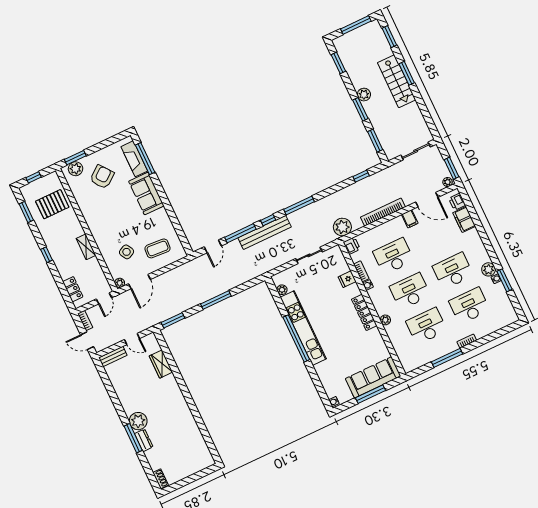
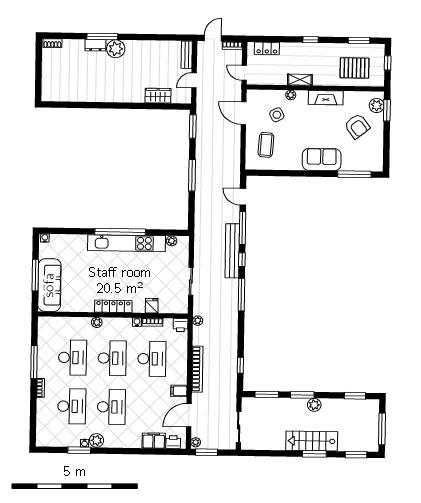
fireplace: (134, 159) -> (326, 98), moved, turned 180
pallet: (52, 204) -> (355, 68), turned 90
plant: (342, 227) -> (198, 321), width x0.53, depth x0.53
plant: (120, 283) -> (291, 95), moved

